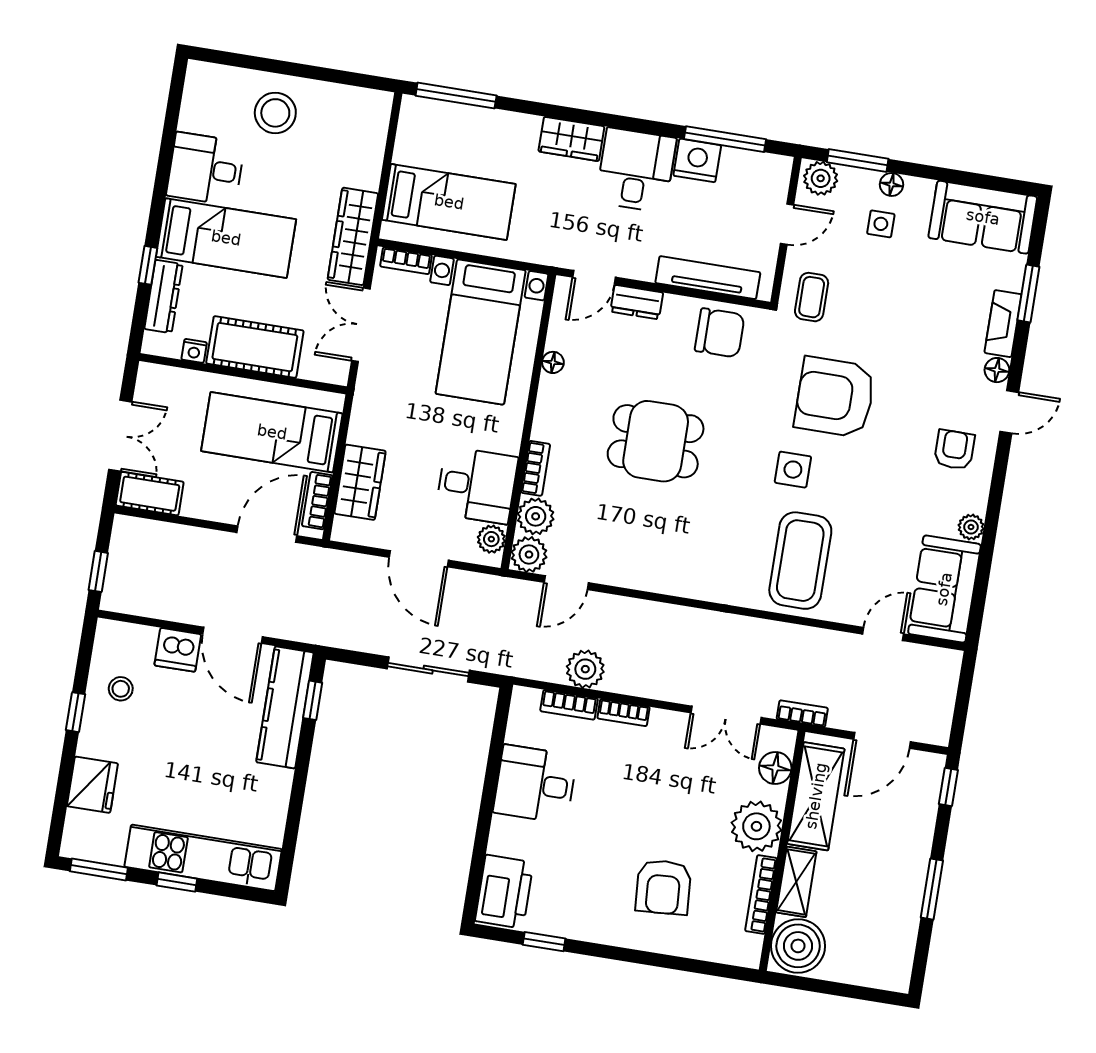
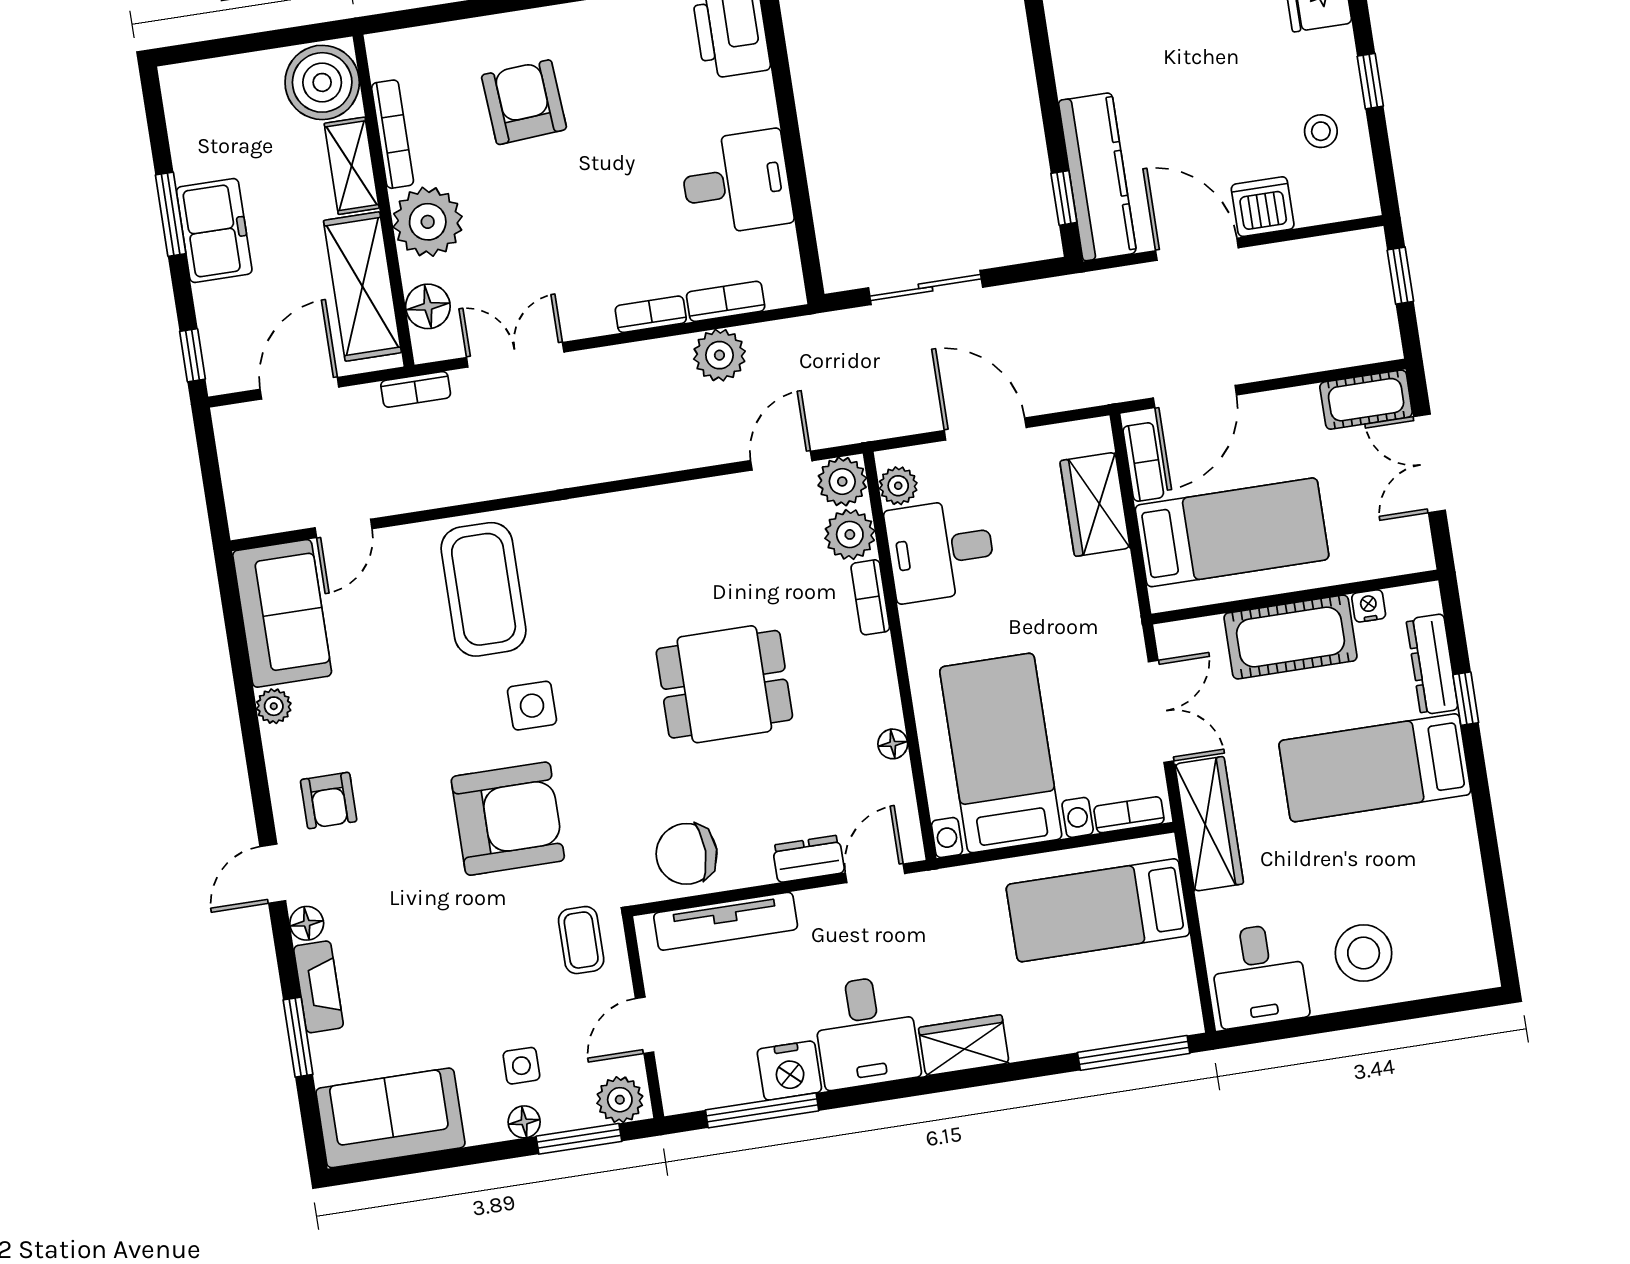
desk: (206, 169) -> (1259, 975), moved, turned 90
freezer: (906, 868) -> (214, 231), added

